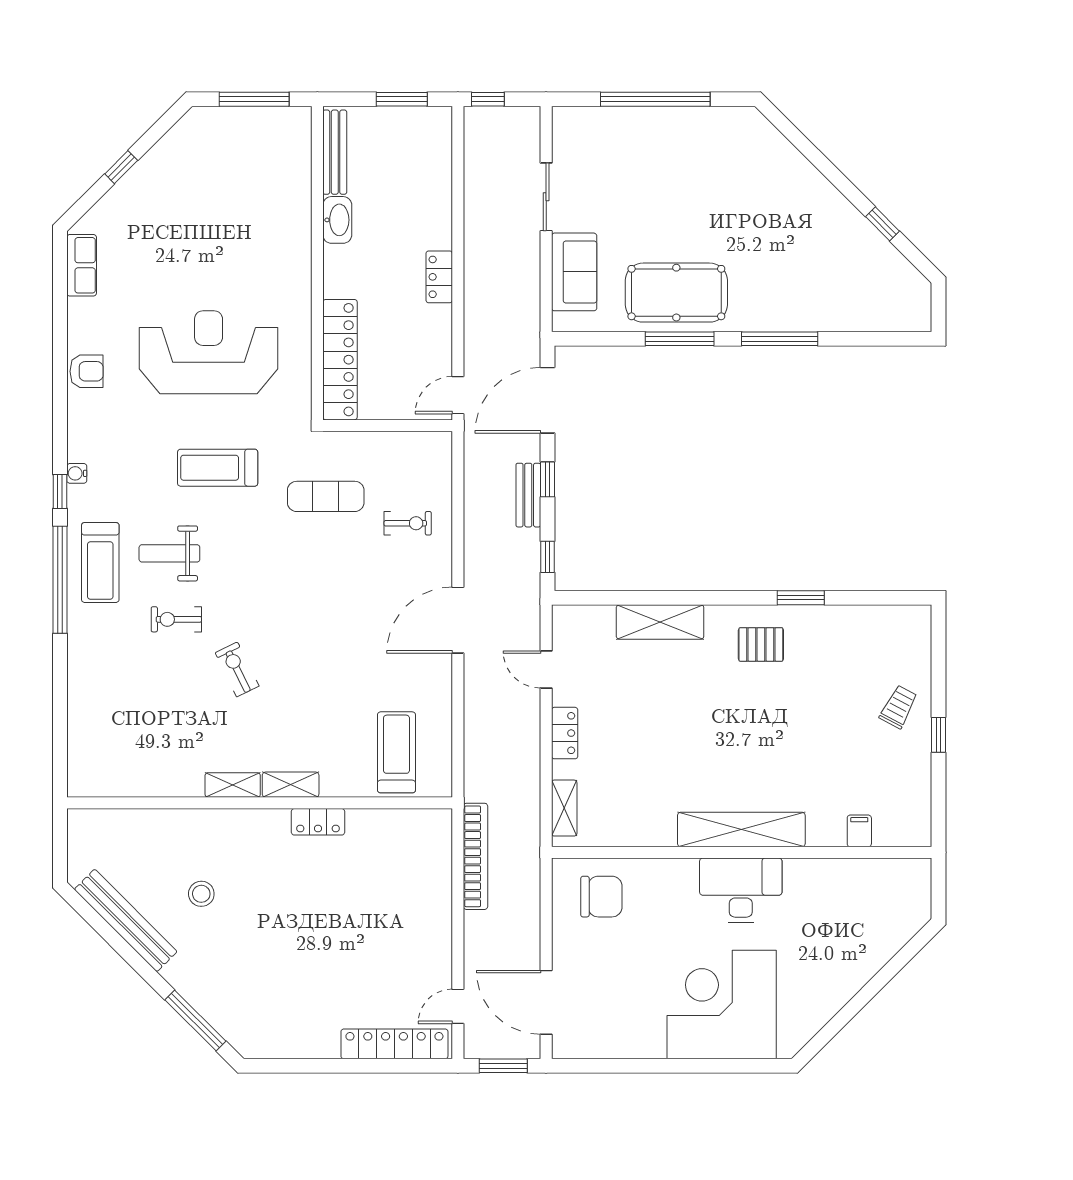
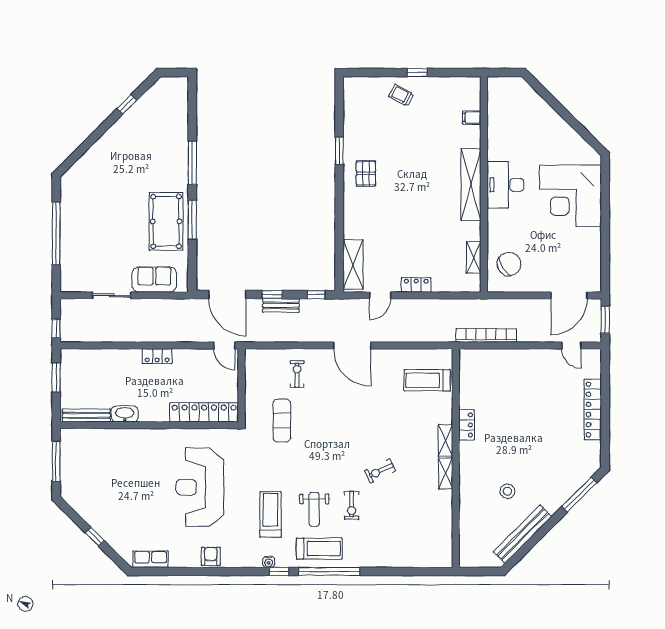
treadmill: (218, 468) -> (271, 514), moved, turned 180
shelving: (660, 622) -> (353, 264), moved
shelving: (564, 808) -> (474, 257), moved, turned 90
chair: (601, 897) -> (509, 264), turned 59
locker: (394, 1044) -> (593, 409), moved

